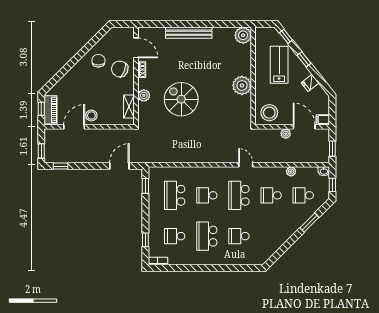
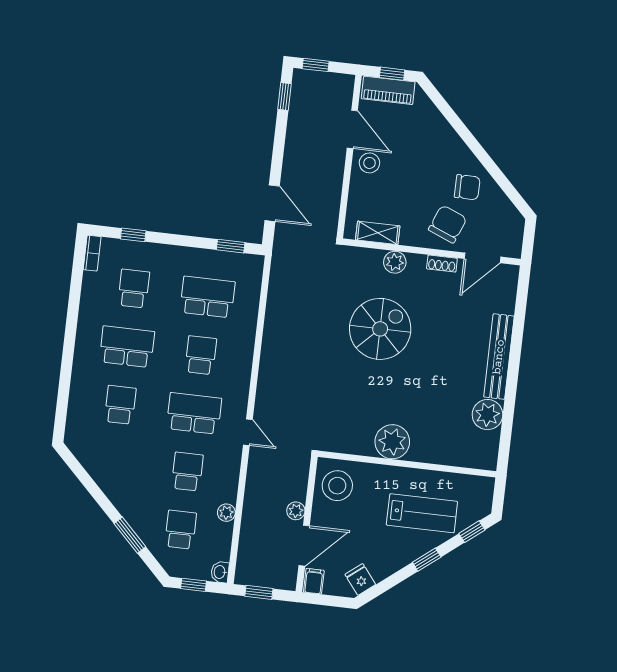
plant: (243, 35) -> (487, 415), moved
fridge: (310, 83) -> (360, 579), moved
door: (246, 165) -> (248, 432), hinge flipped

